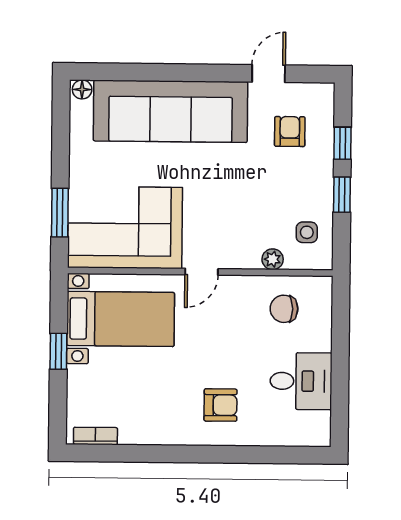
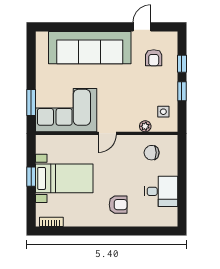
floor lamp: (82, 89) -> (42, 36), removed
armchair: (290, 132) -> (154, 58), turned 180
bed with nightstands: (121, 319) -> (64, 178), moved

